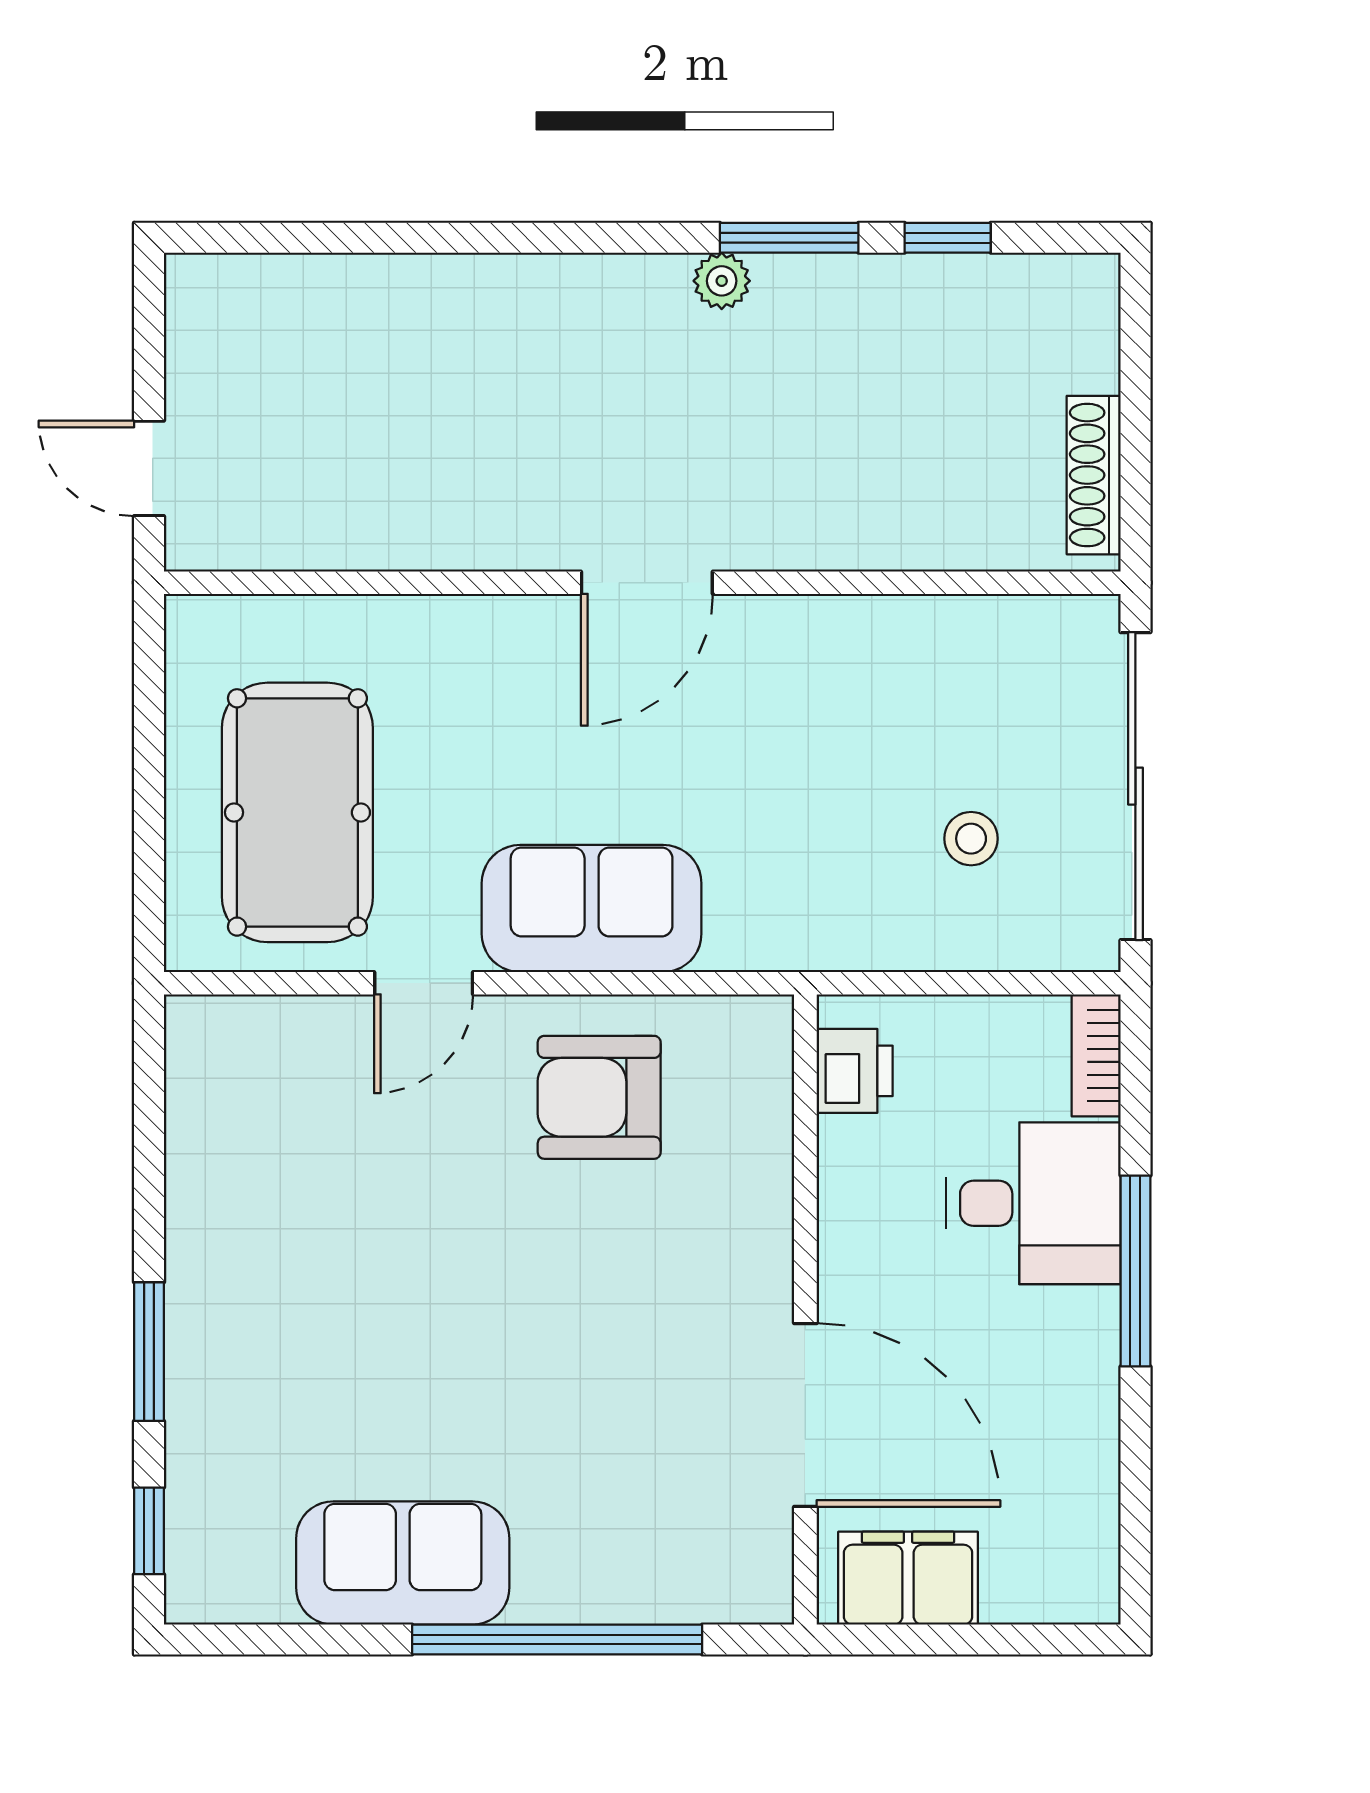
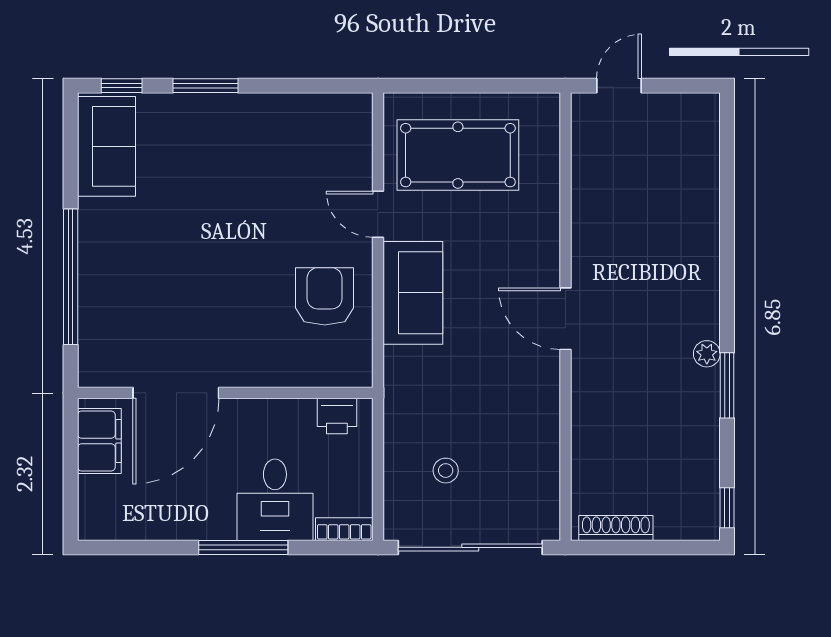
window: (948, 238) -> (727, 508), moved
sofa: (403, 1563) -> (106, 146), moved

